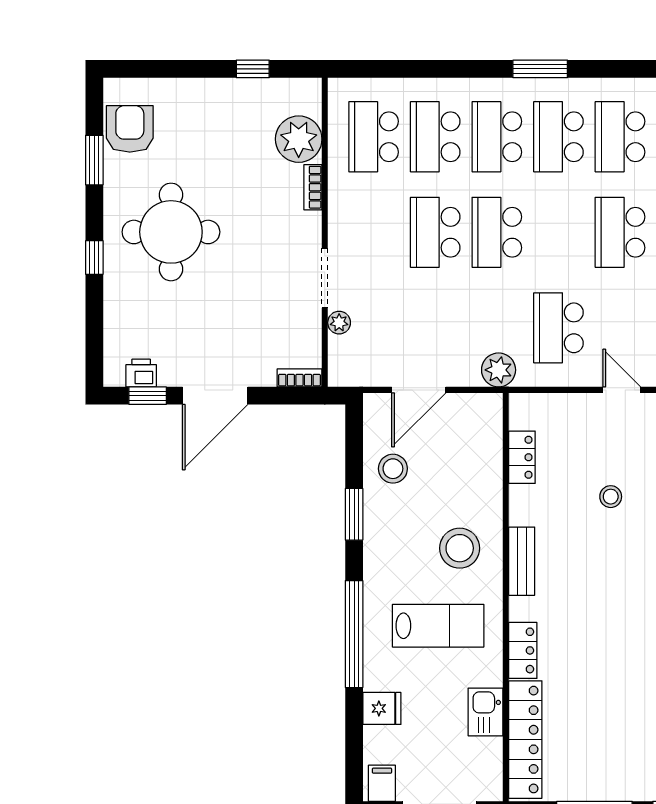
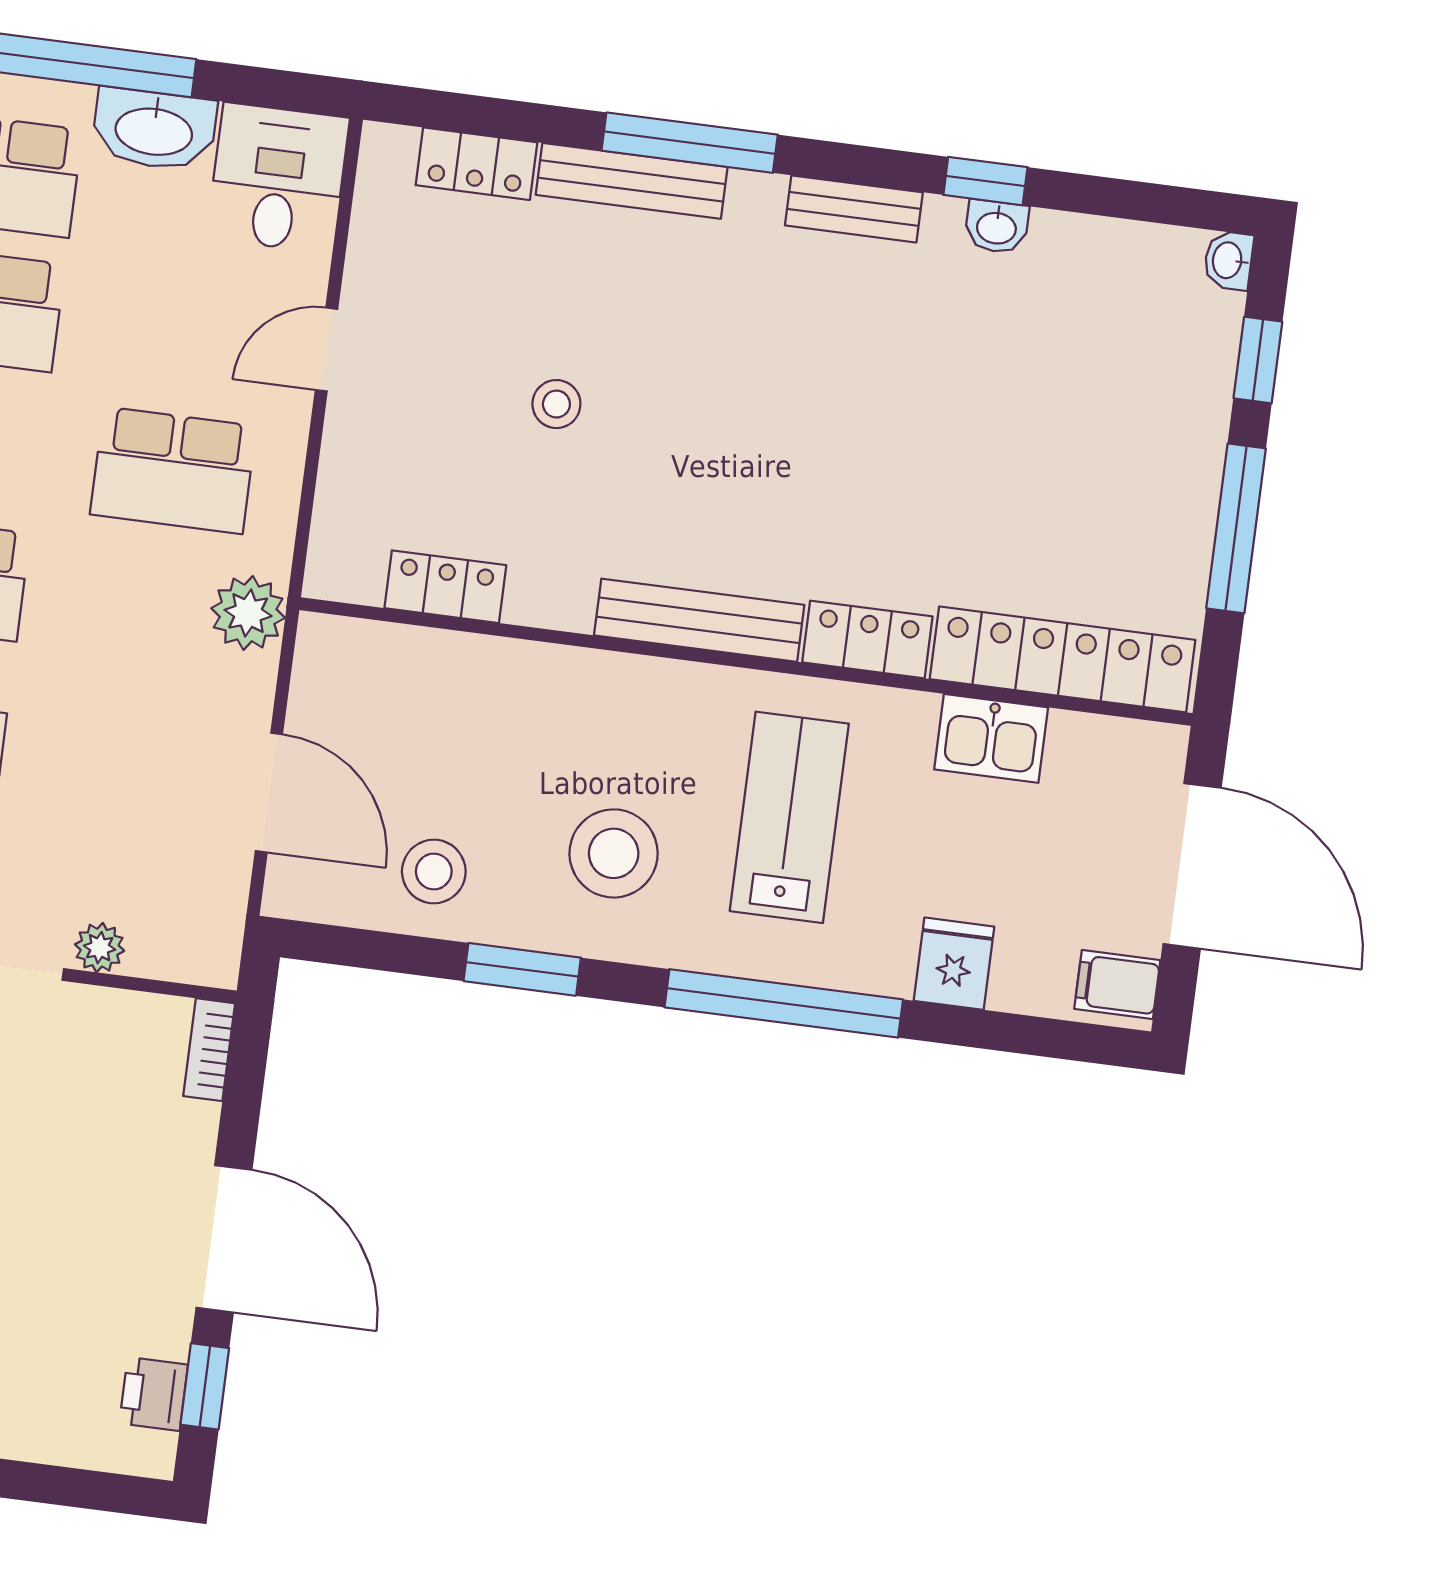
stool: (460, 548) -> (614, 853), moved
bench: (522, 561) -> (699, 620), width x1.36

